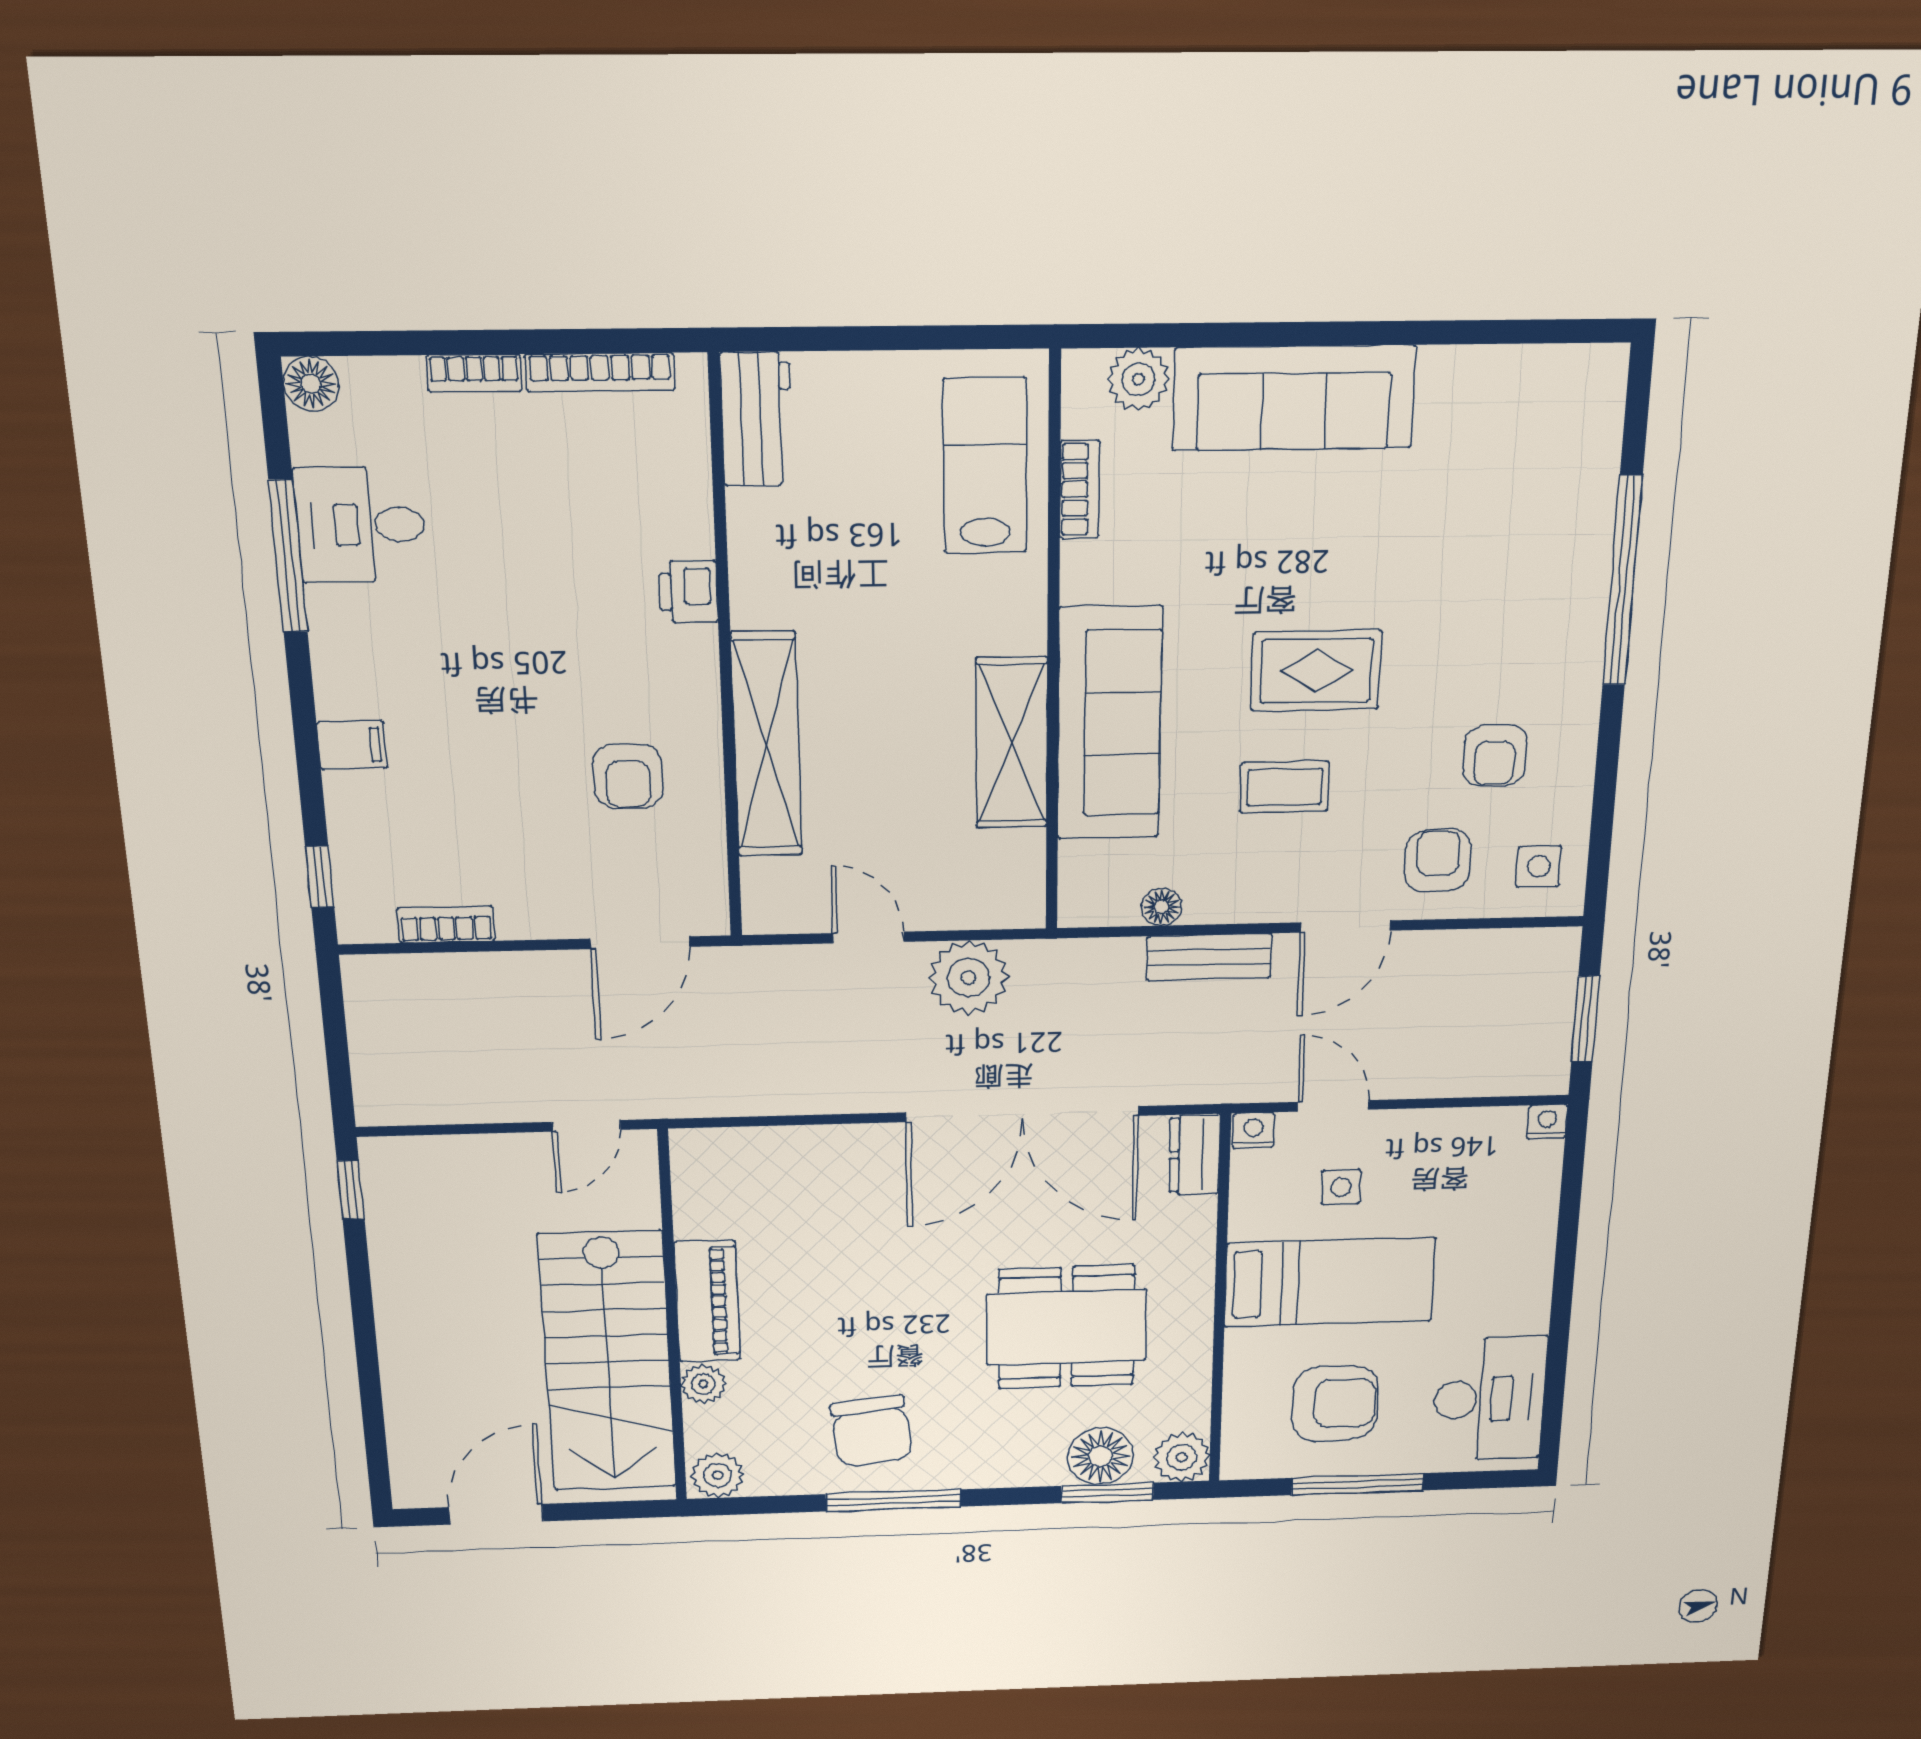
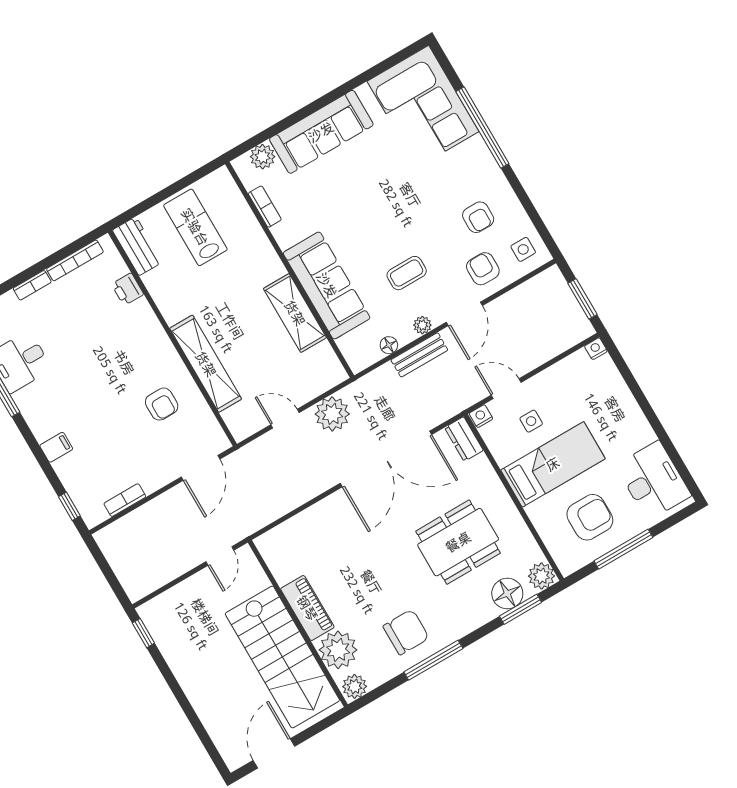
lab bench: (985, 466) -> (195, 227), moved
corner sofa: (1535, 467) -> (423, 106), added
printer: (688, 592) -> (128, 289), moved
rug: (1316, 671) -> (391, 223), removed
plant: (1251, 904) -> (422, 325), added
plant: (703, 1384) -> (338, 650), width x1.87, depth x1.87
chair: (871, 1431) -> (406, 632), turned -83

